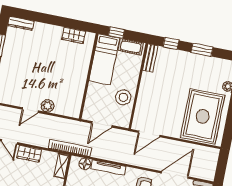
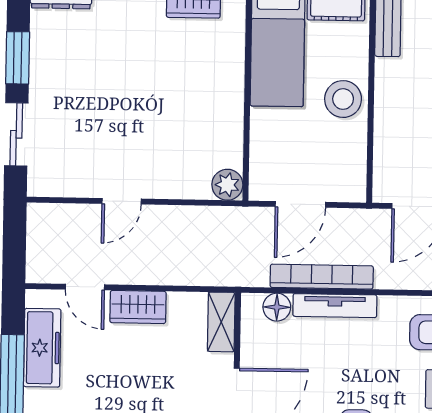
stool: (123, 97) -> (343, 99), moved
plant: (48, 106) -> (227, 185), moved
bookcase: (70, 148) -> (322, 277), moved

